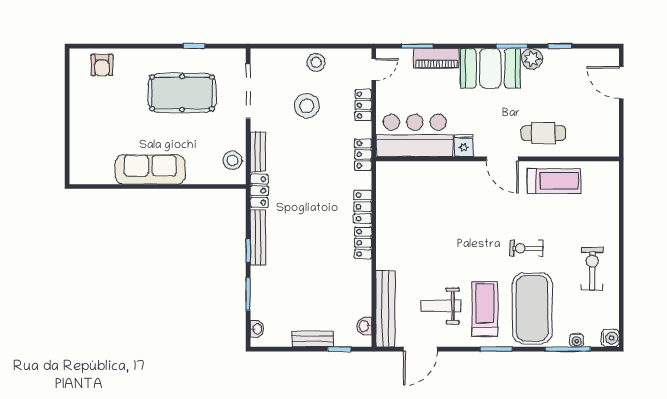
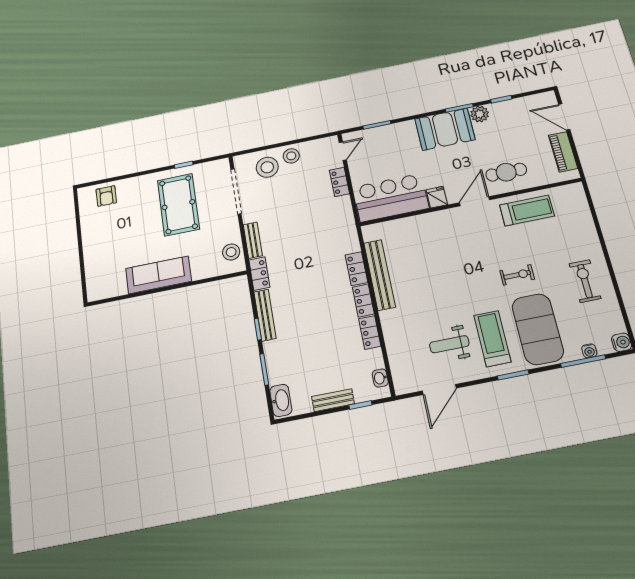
piano: (436, 58) -> (563, 152), moved, turned 90
pool table: (182, 93) -> (178, 205), turned 90
stool: (307, 106) -> (267, 167), moved
locker: (363, 155) -> (370, 332), moved
door: (502, 159) -> (475, 201), swing flipped
exercise bike: (526, 248) -> (517, 275), turned 180
bench: (385, 309) -> (380, 275), moved
washbasin: (257, 329) -> (281, 400), width x1.91, depth x1.45

